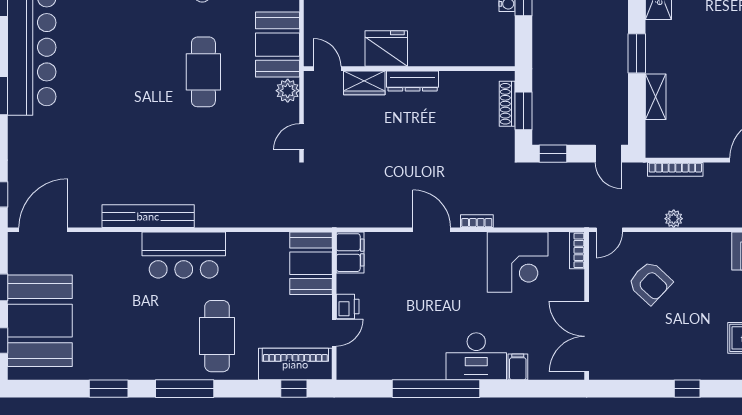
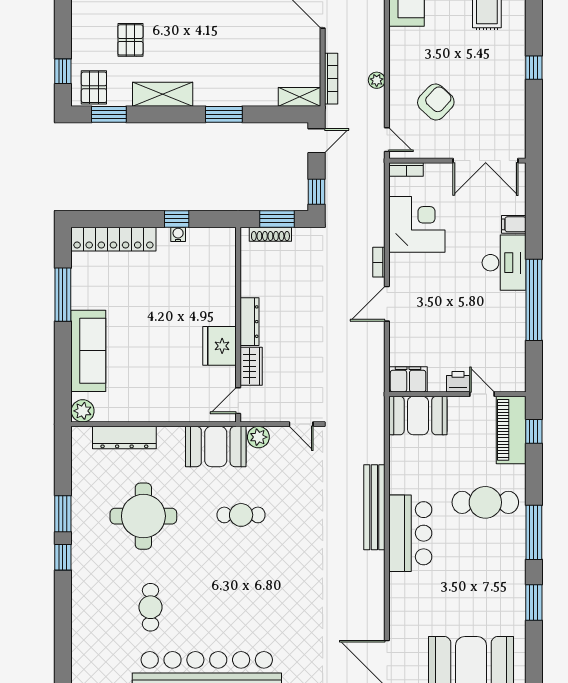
cafe table: (203, 72) -> (241, 515), width x0.73, depth x0.74
shelving: (656, 97) -> (299, 97), moved
bench: (148, 216) -> (374, 507), moved

